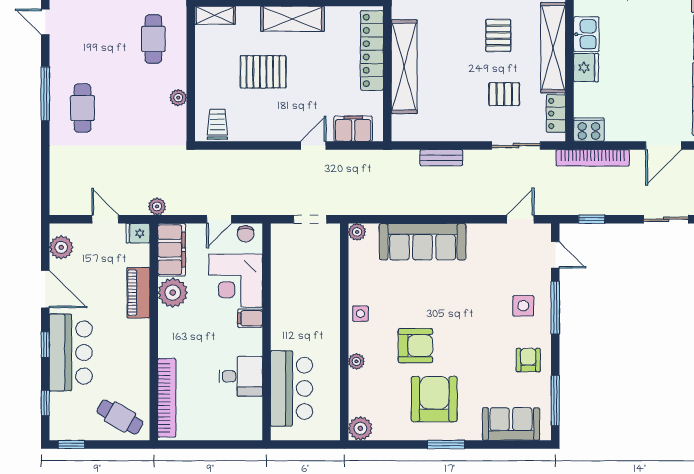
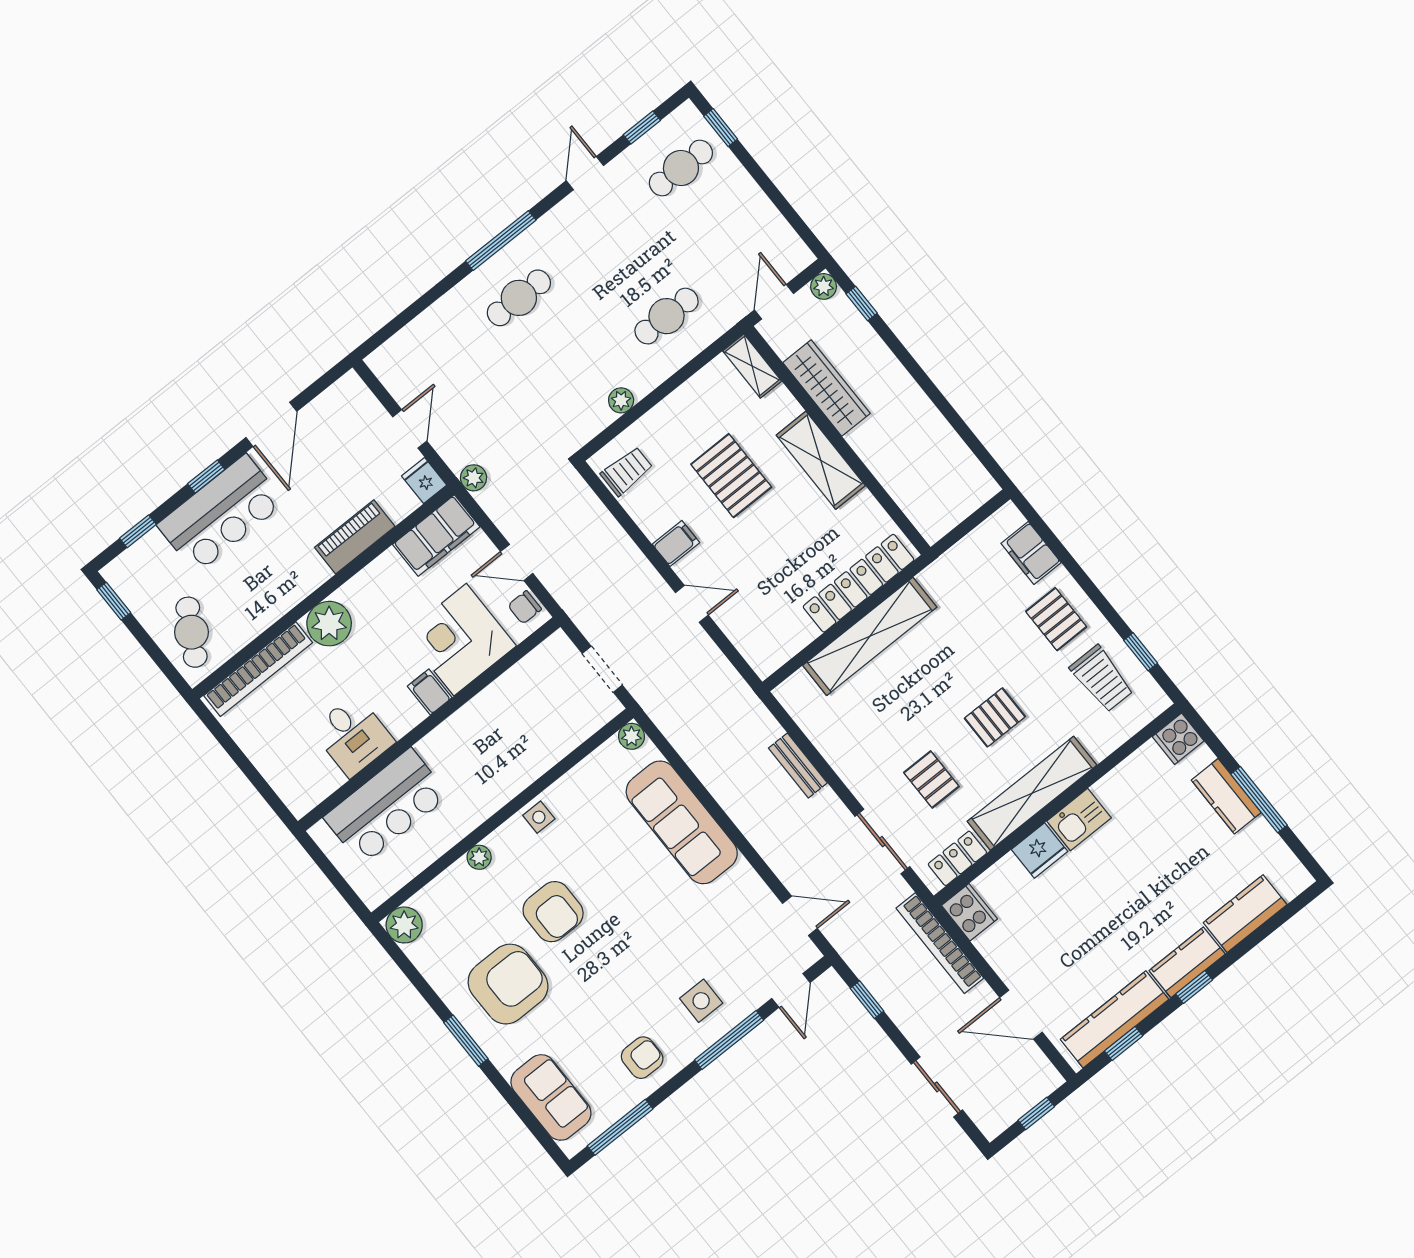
filing cabinet: (353, 129) -> (676, 543), moved, width x0.50
plant: (61, 247) -> (335, 404), removed
plant: (173, 293) -> (329, 624), moved

